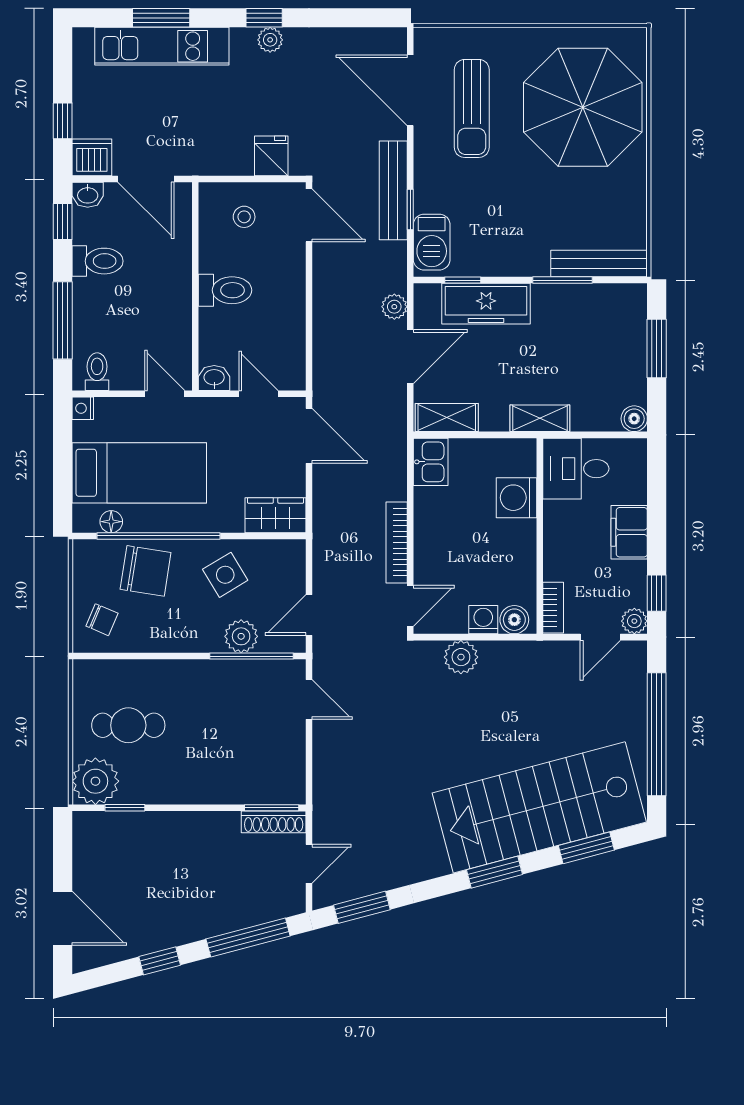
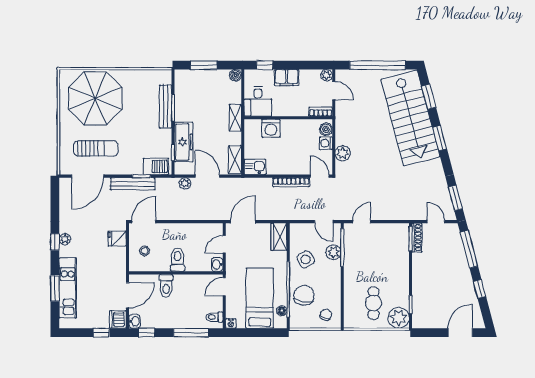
toilet: (98, 261) -> (166, 286), moved, turned 180
bench: (599, 263) -> (166, 106), moved
window: (657, 593) -> (265, 65), moved

